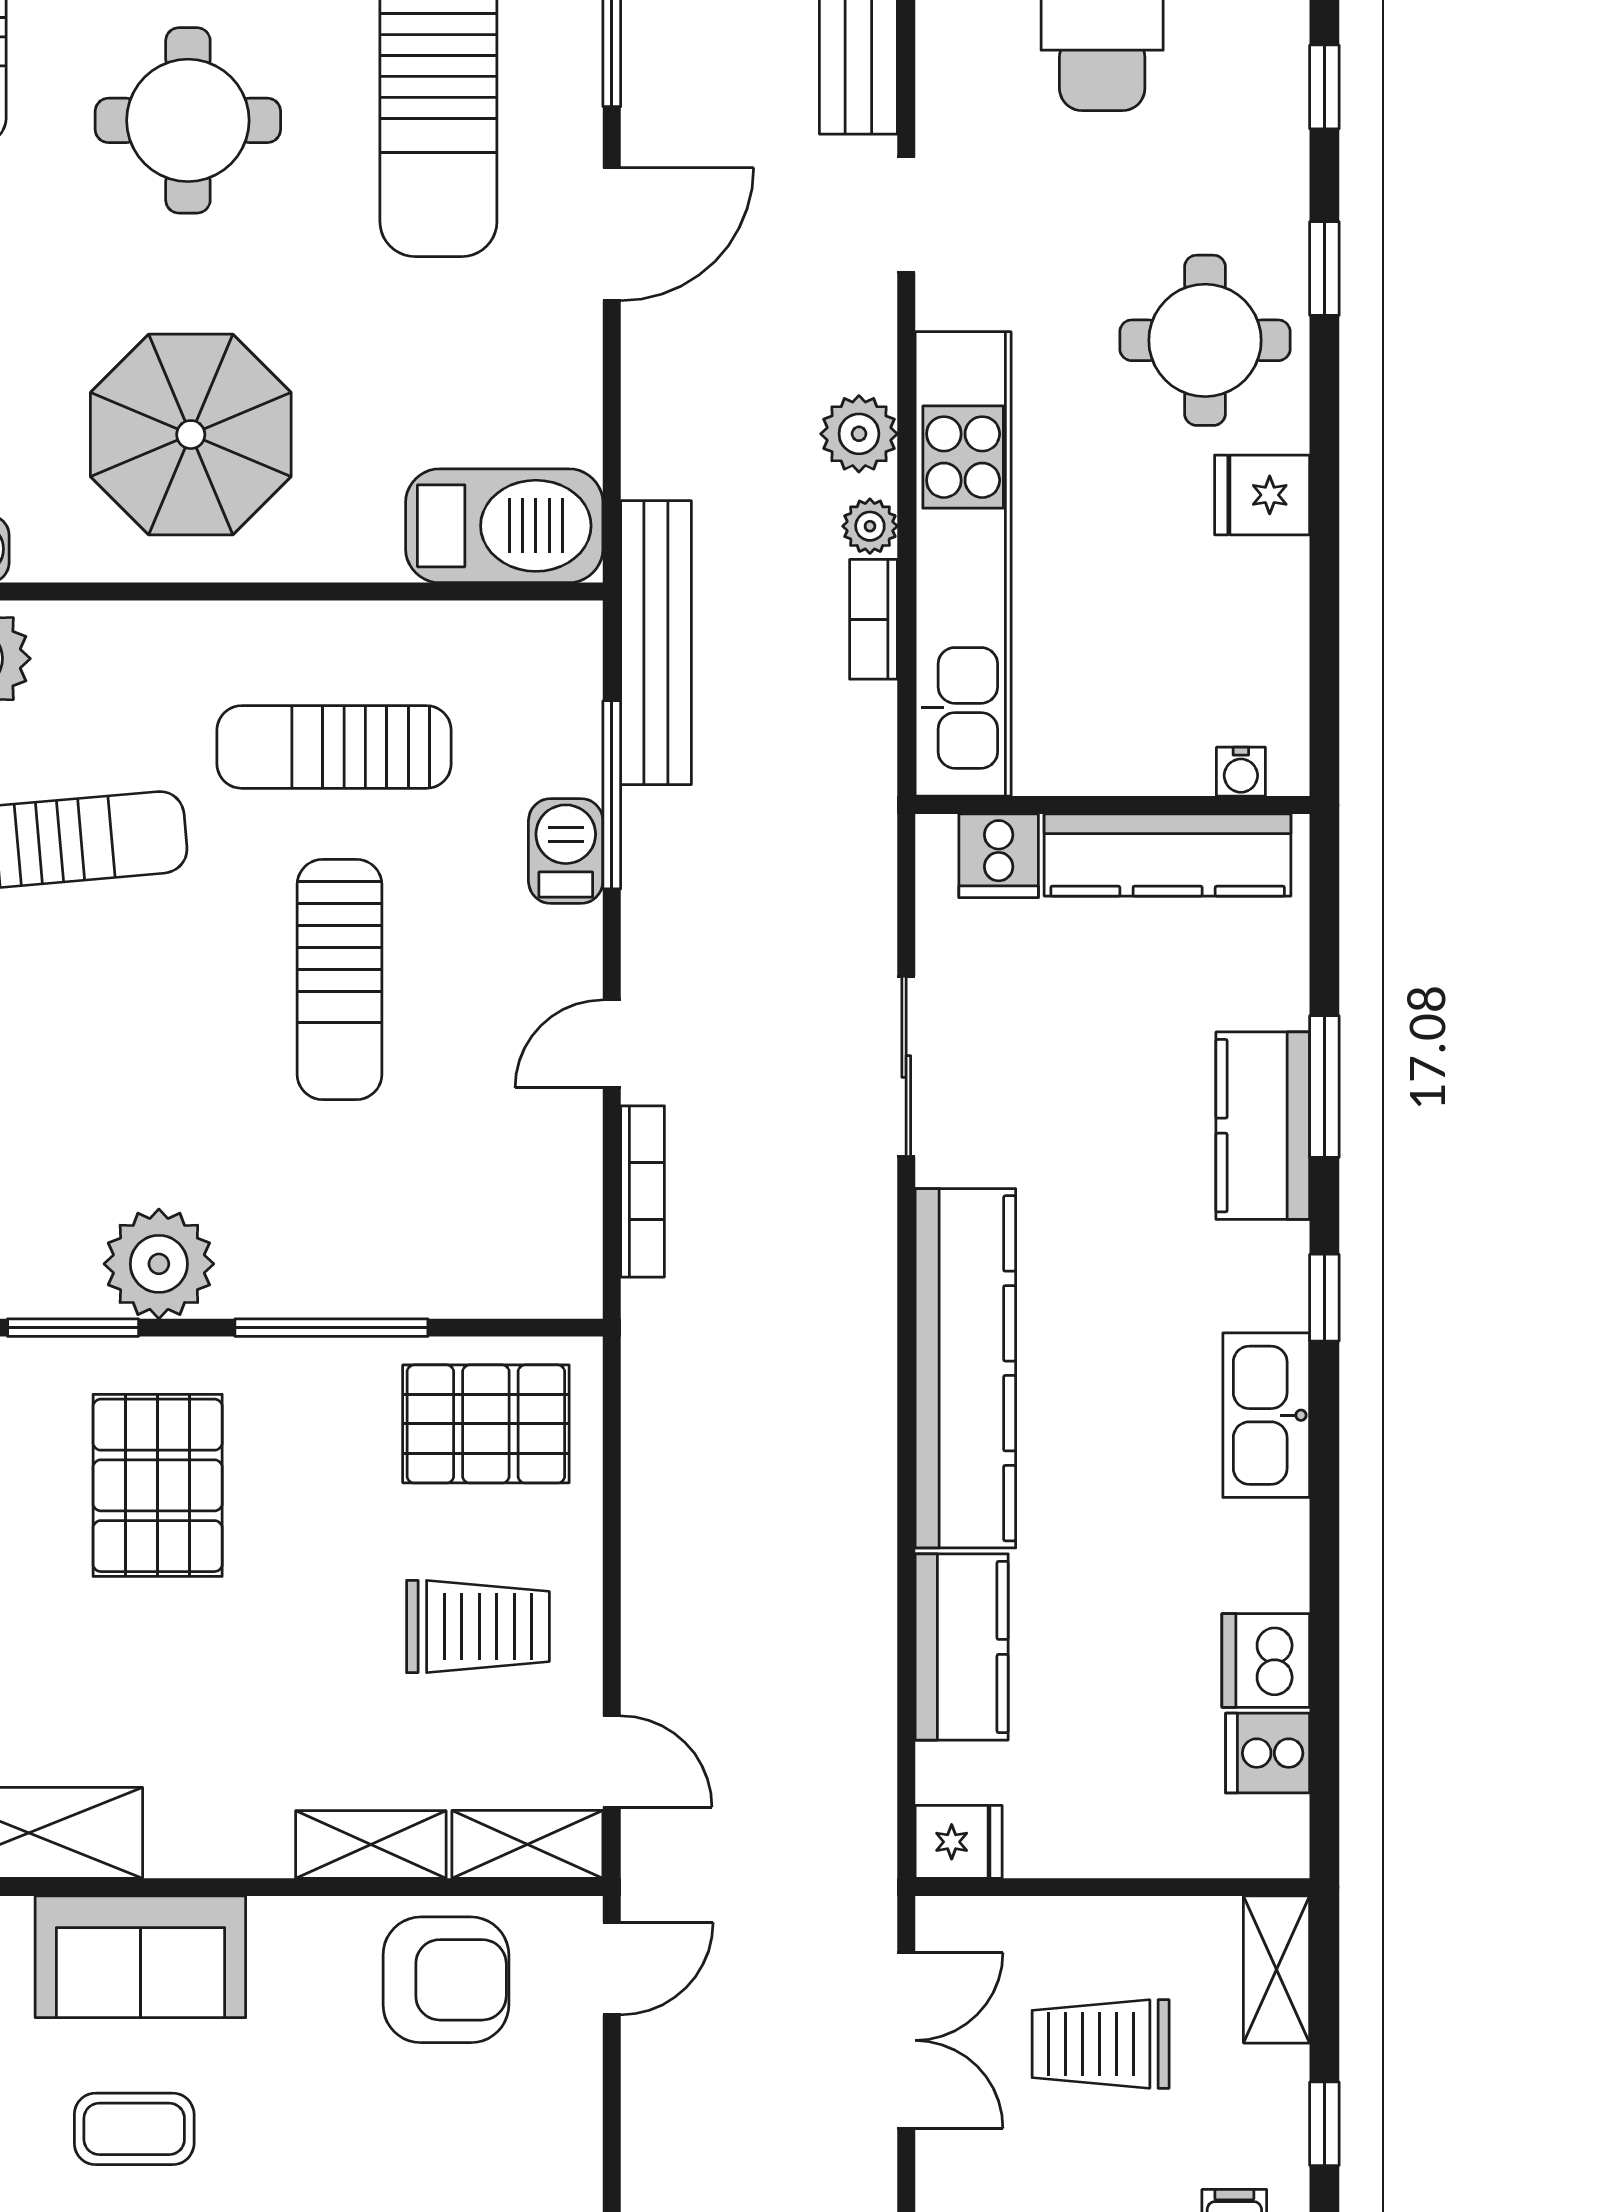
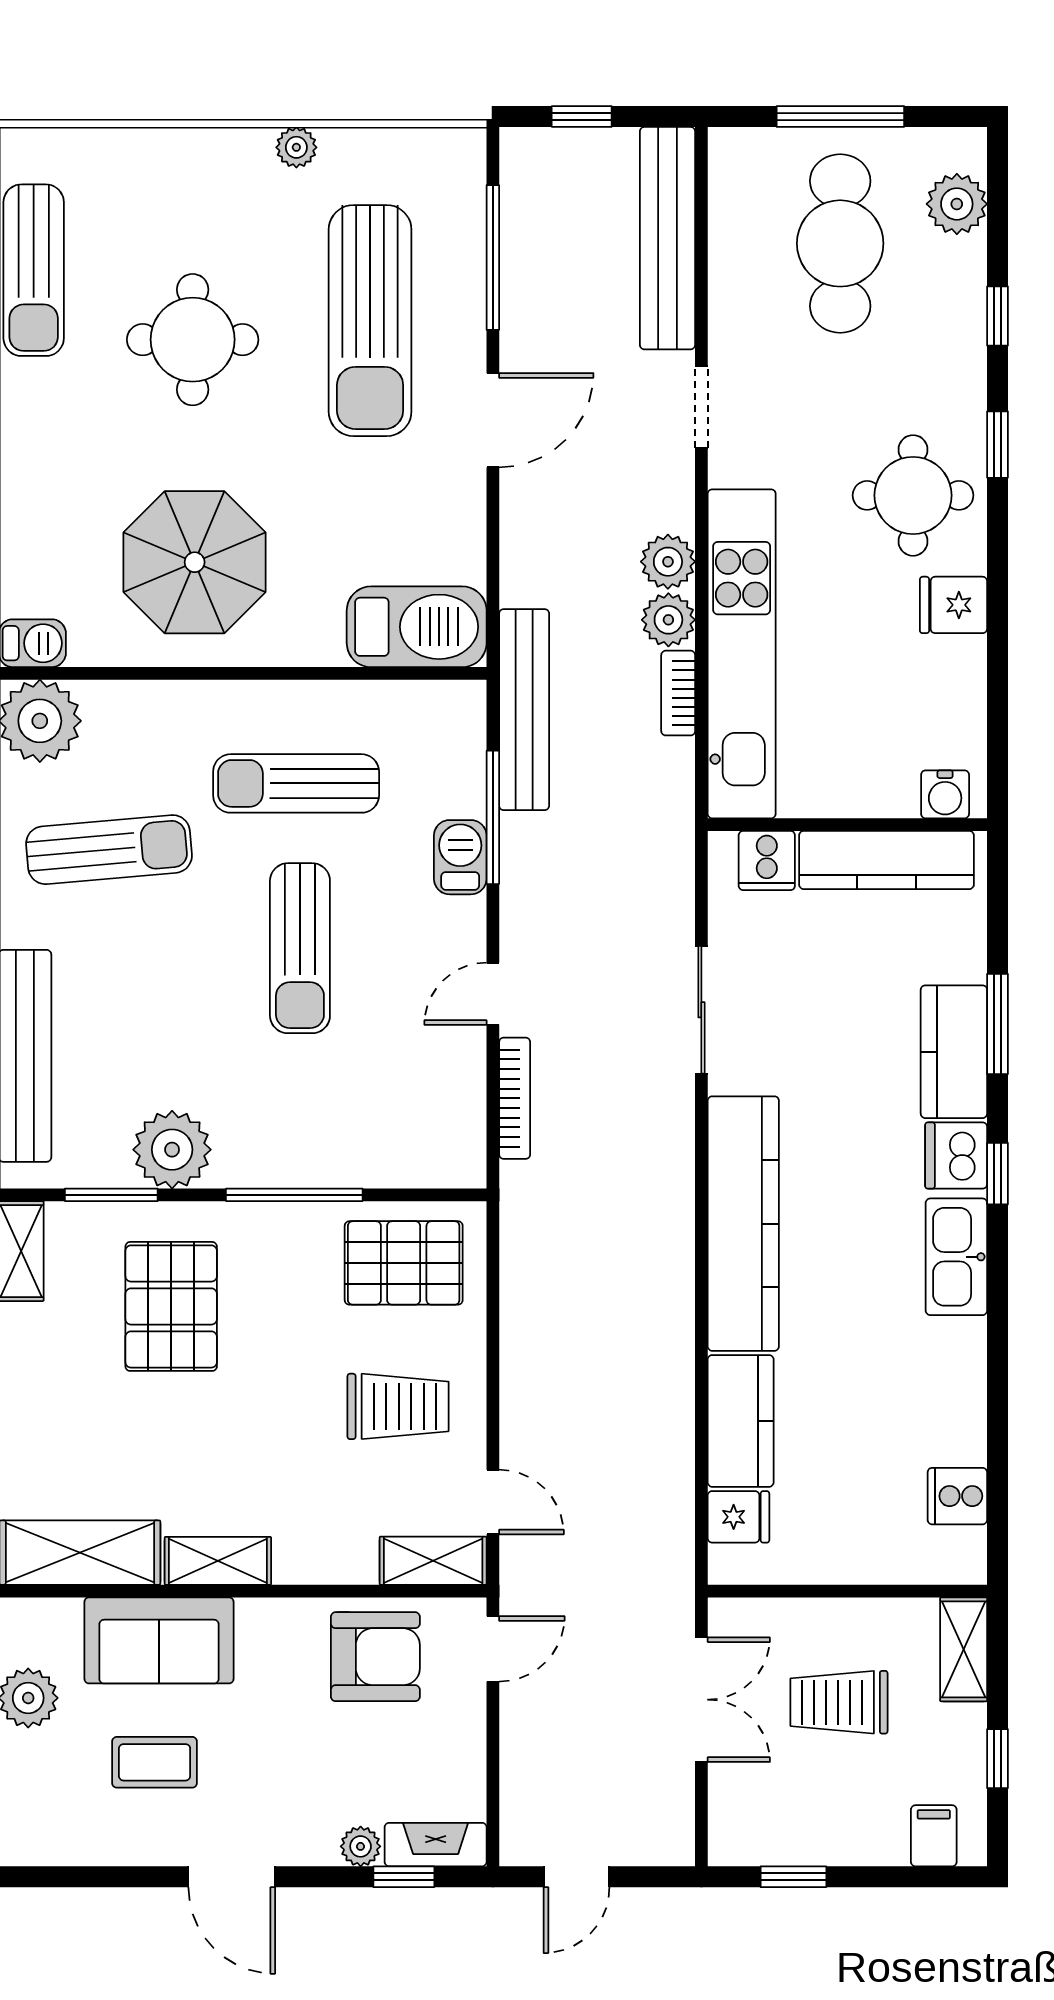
plant: (870, 526) -> (668, 620), width x1.38, depth x1.38
water cooler: (1241, 772) -> (945, 794), width x1.38, depth x1.38
dishwasher: (1266, 1660) -> (956, 1155), moved
fridge: (959, 1842) -> (738, 1517), moved
shelving: (371, 1844) -> (218, 1561), moved

